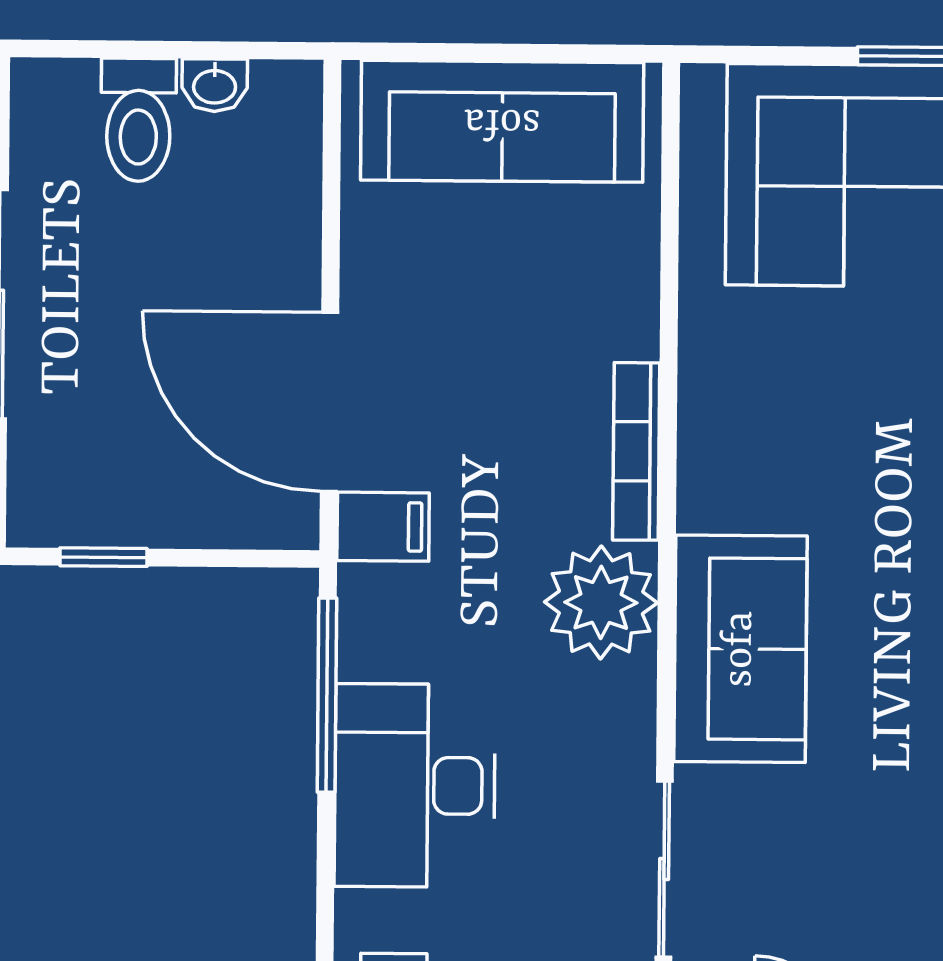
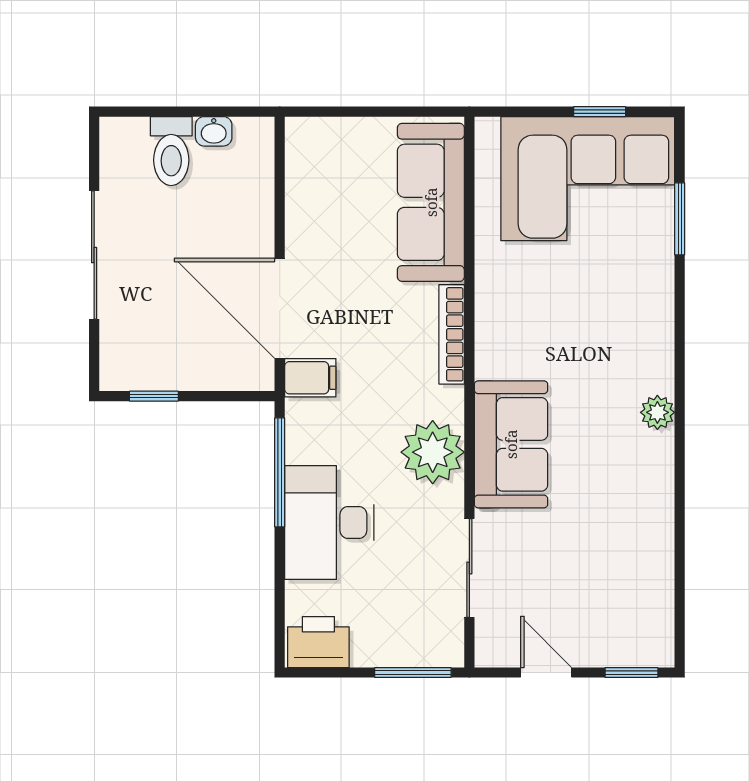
sofa: (502, 121) -> (431, 202), moved, turned 90
plant: (601, 602) -> (433, 452), moved

